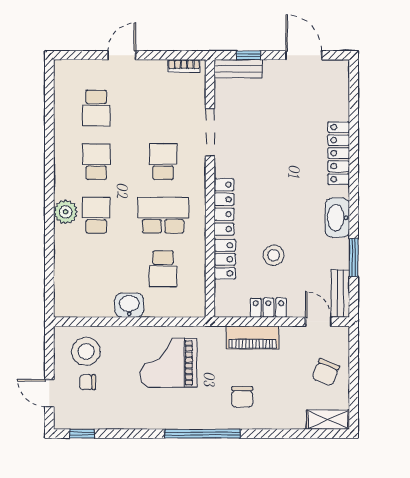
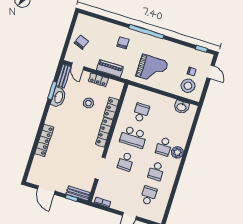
washbasin: (337, 218) -> (58, 97), moved
washbasin: (129, 305) -> (182, 107), moved
shelving: (328, 420) -> (87, 20), removed

